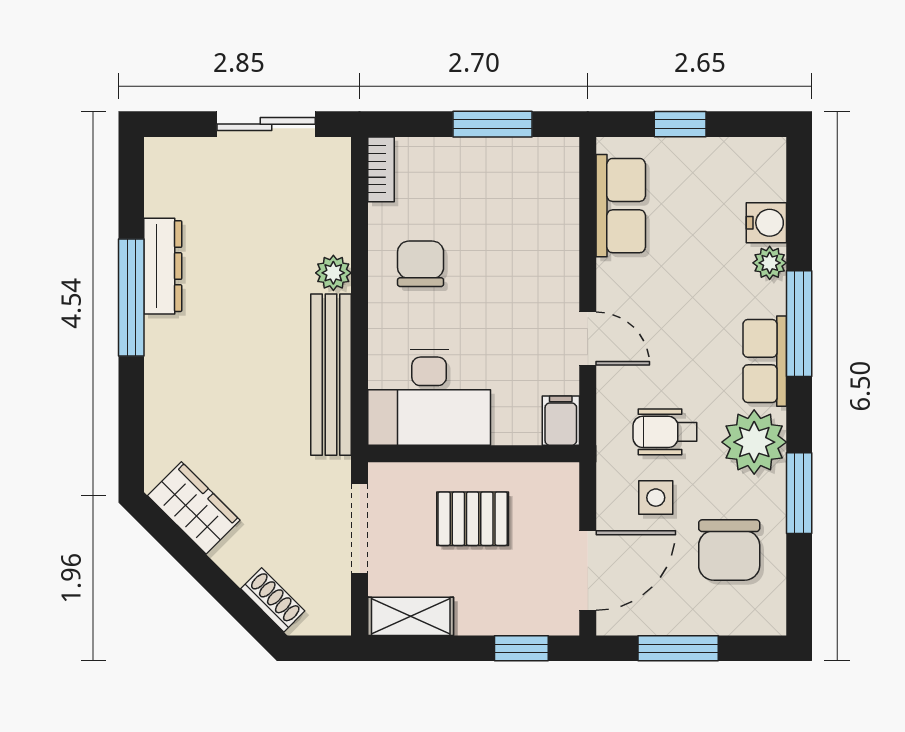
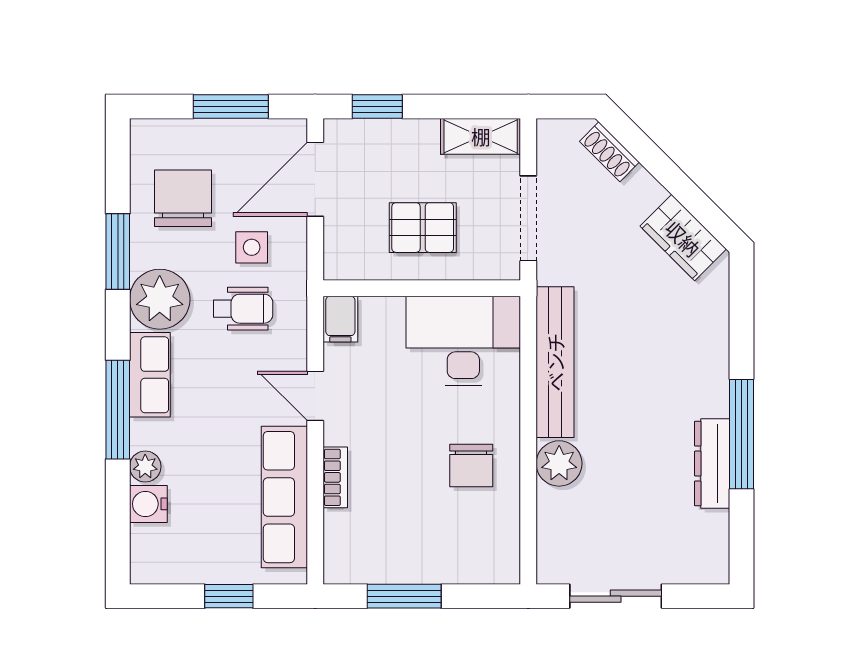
bookcase: (381, 169) -> (335, 477), moved, turned 180
row of seats: (621, 206) -> (284, 497), width x1.48
plant: (333, 273) -> (559, 463), width x1.38, depth x1.38

